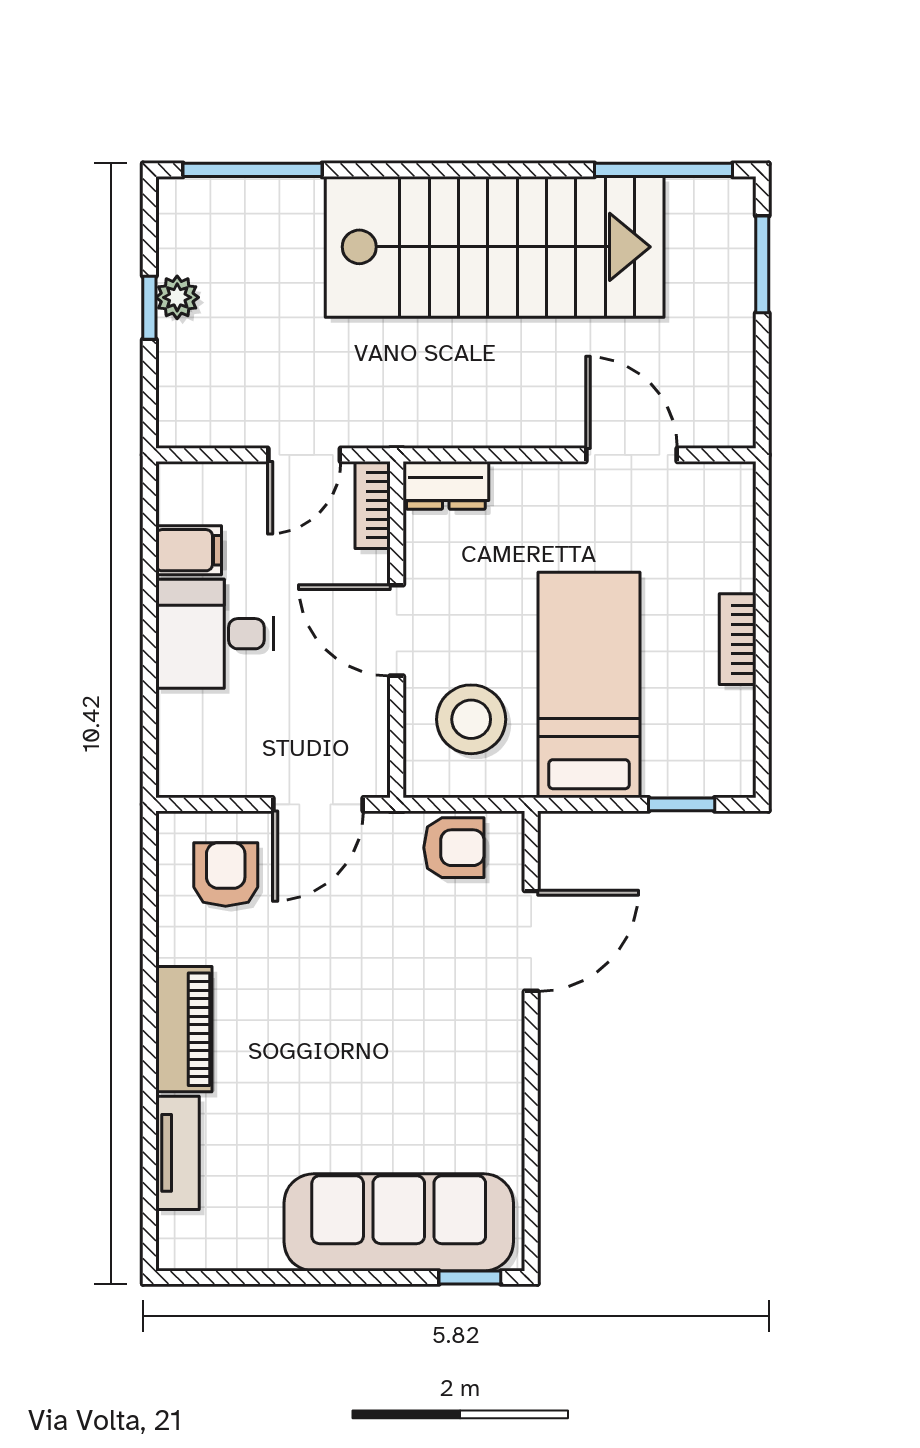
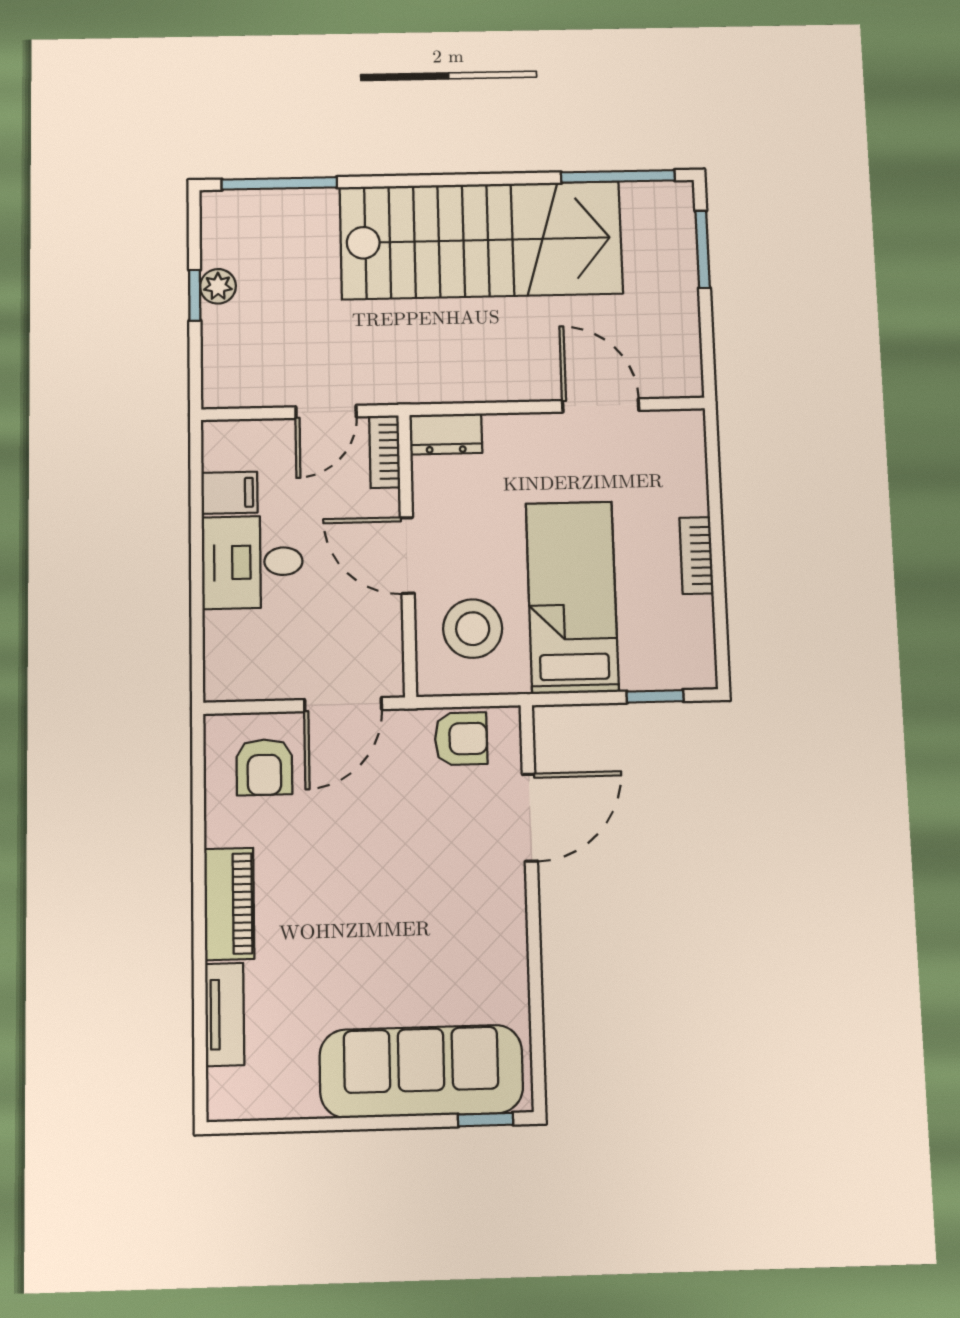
armchair: (226, 874) -> (264, 767), turned 180

